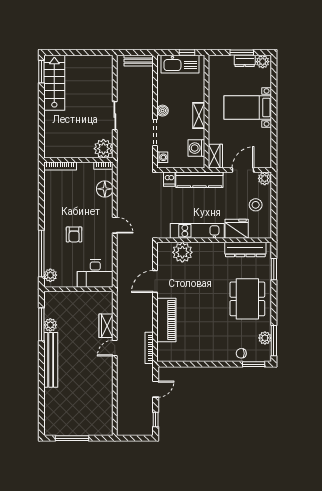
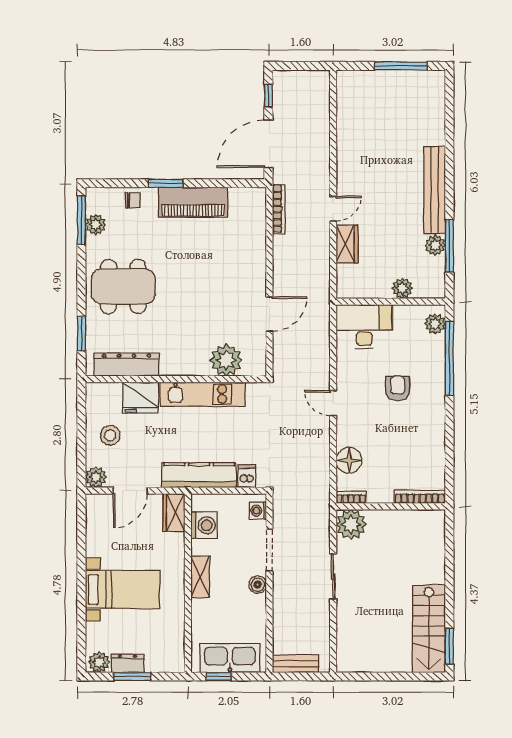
plant: (71, 298) -> (402, 288), added
dining table: (247, 299) -> (123, 286), turned 90
piano: (166, 320) -> (193, 202), moved, turned -90
window: (254, 364) -> (166, 183), moved
door: (156, 389) -> (268, 144), width x1.87

